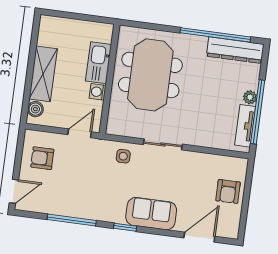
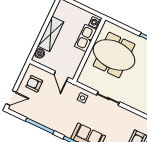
meeting table: (150, 75) -> (114, 55), turned 90
washing machine: (98, 92) -> (95, 23), moved
door: (80, 133) -> (61, 76), swing flipped

